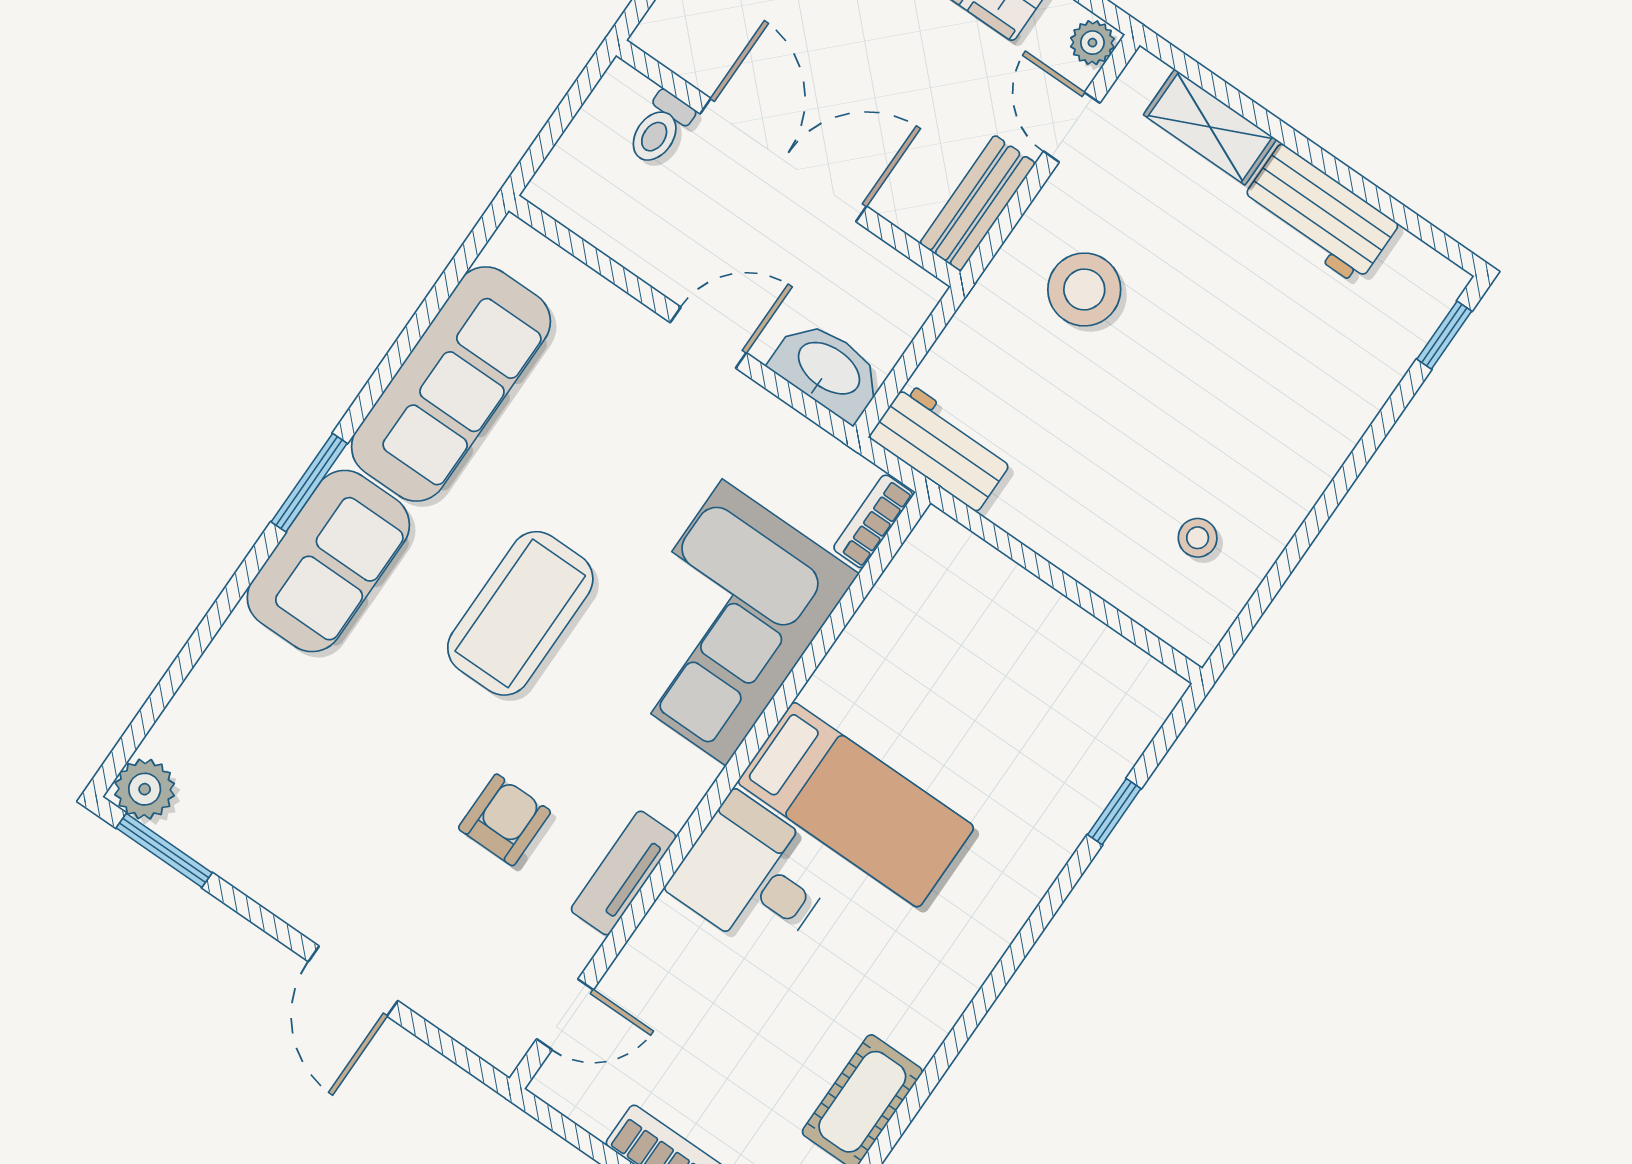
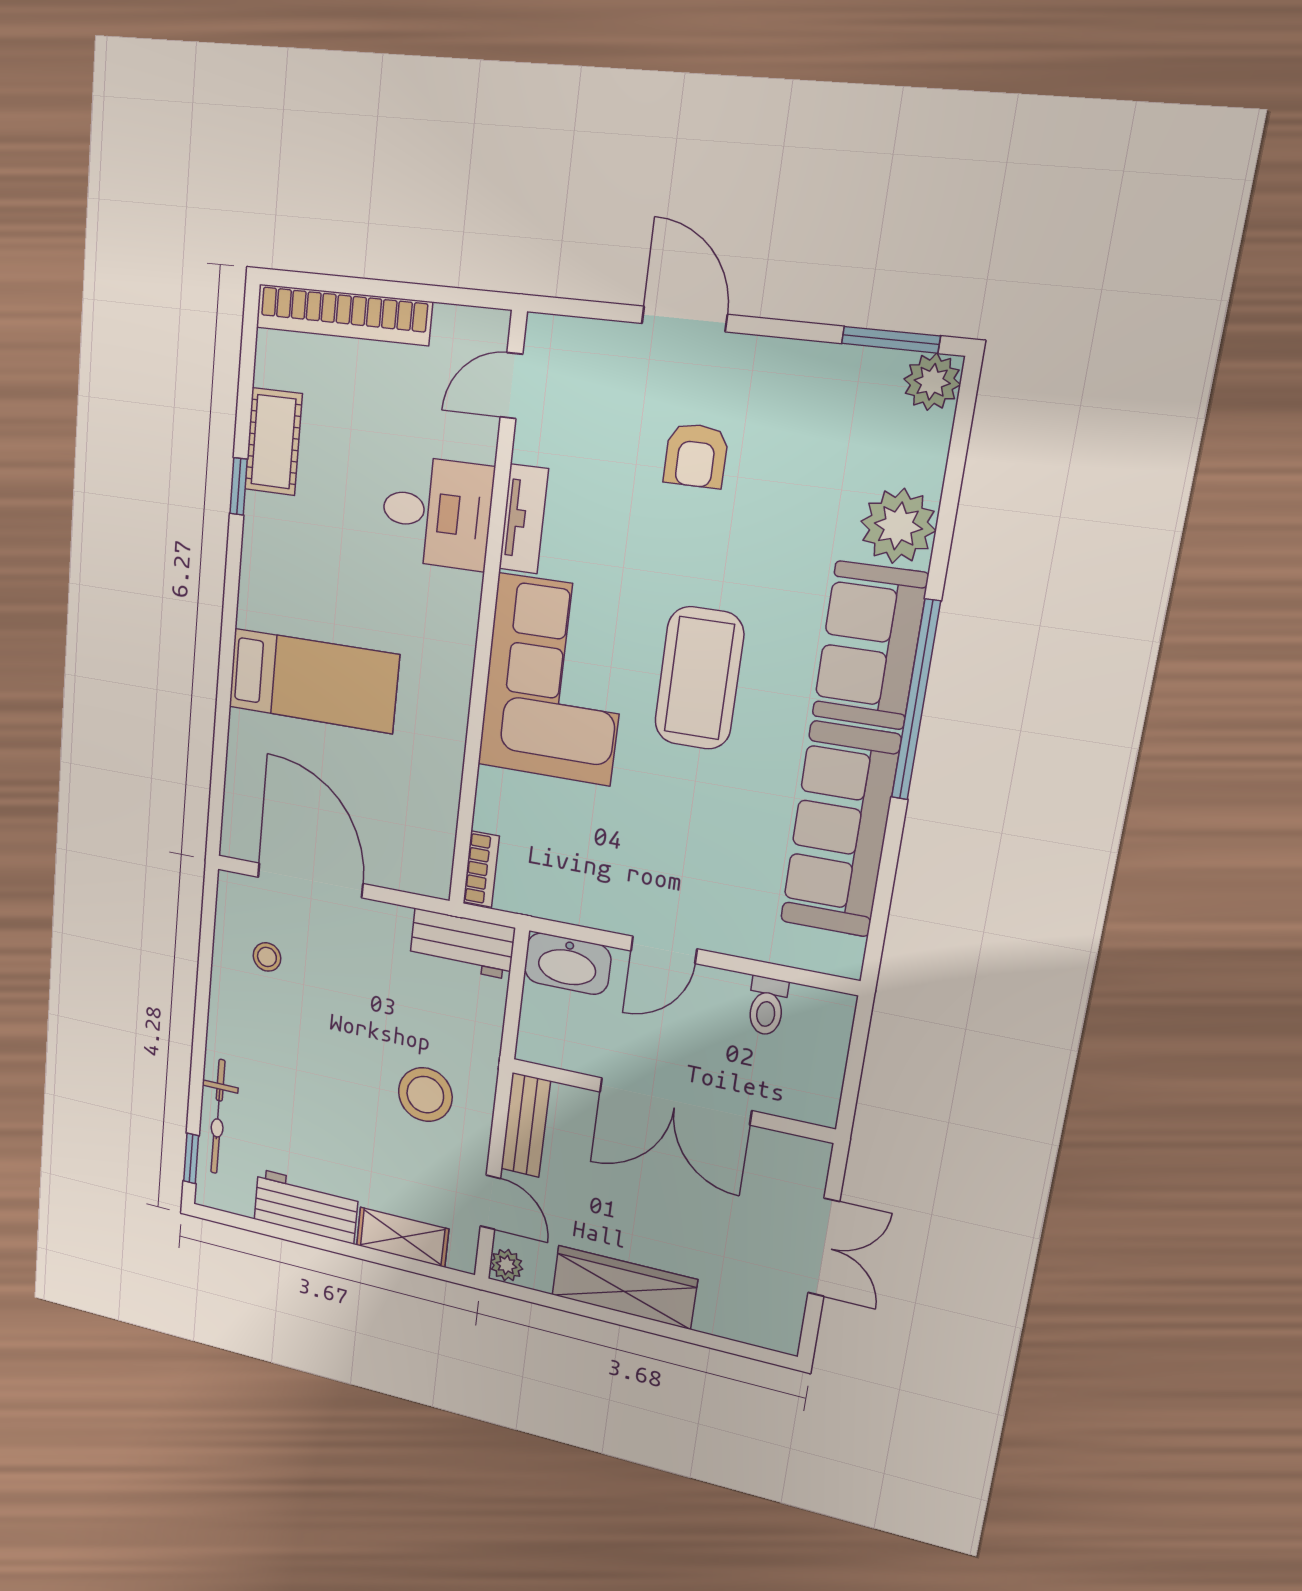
toilet: (660, 128) -> (767, 1006), moved, turned 180
bicycle: (1376, 372) -> (218, 1117), added
window: (309, 483) -> (916, 700), width x2.11
door: (1091, 602) -> (310, 880), added
corner sofa: (724, 622) -> (554, 680), moved
plant: (243, 666) -> (898, 526), added
bed: (856, 805) -> (313, 681), moved, turned 180
window: (1114, 812) -> (239, 486), moved
armchair: (504, 820) -> (696, 456), moved
desk: (753, 876) -> (437, 513), moved

